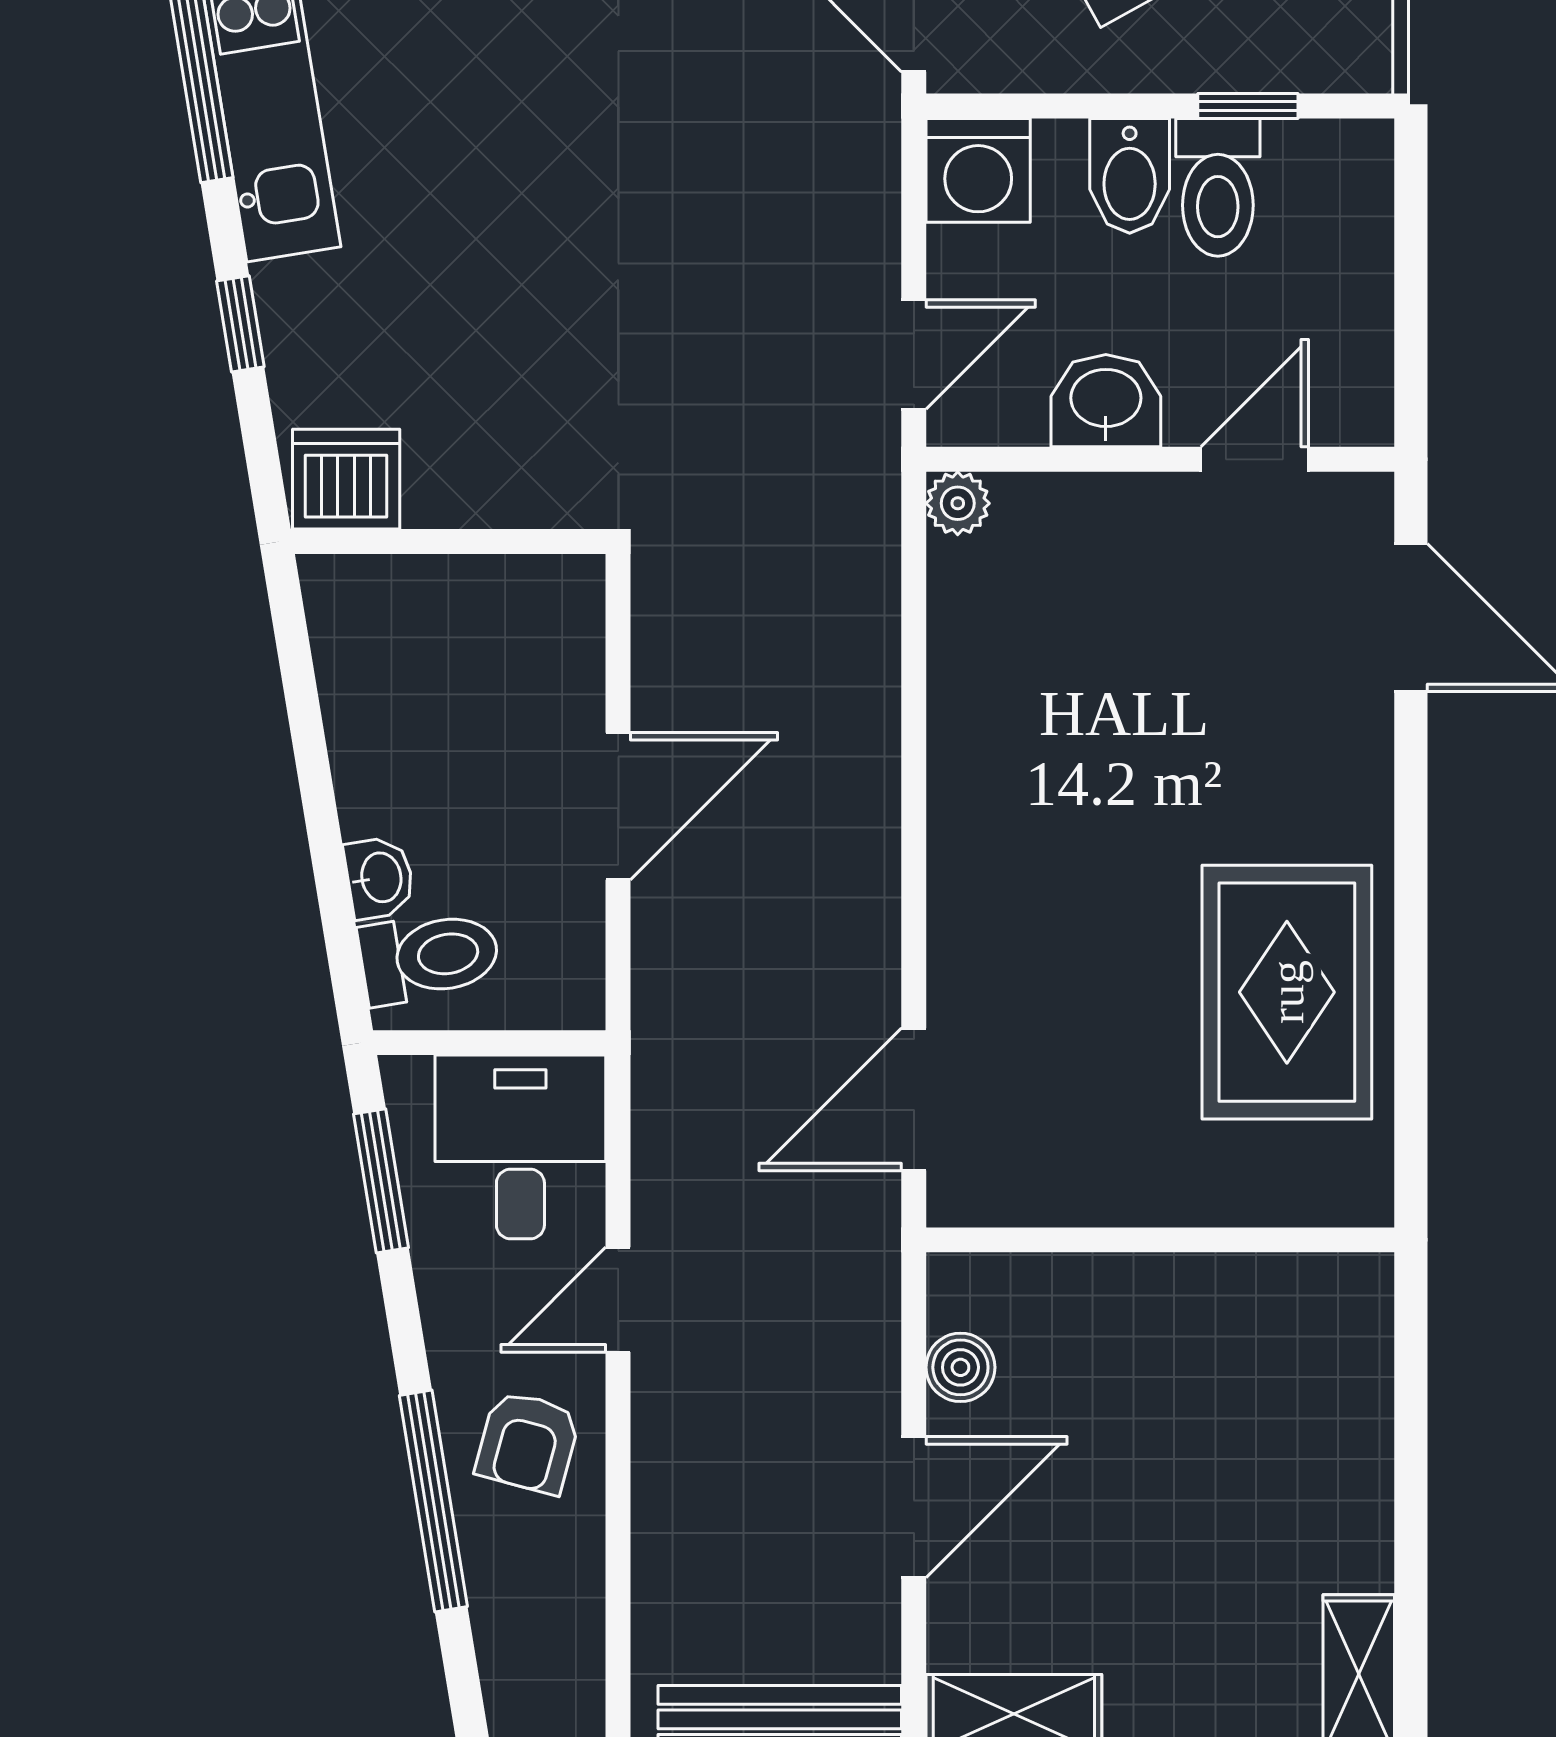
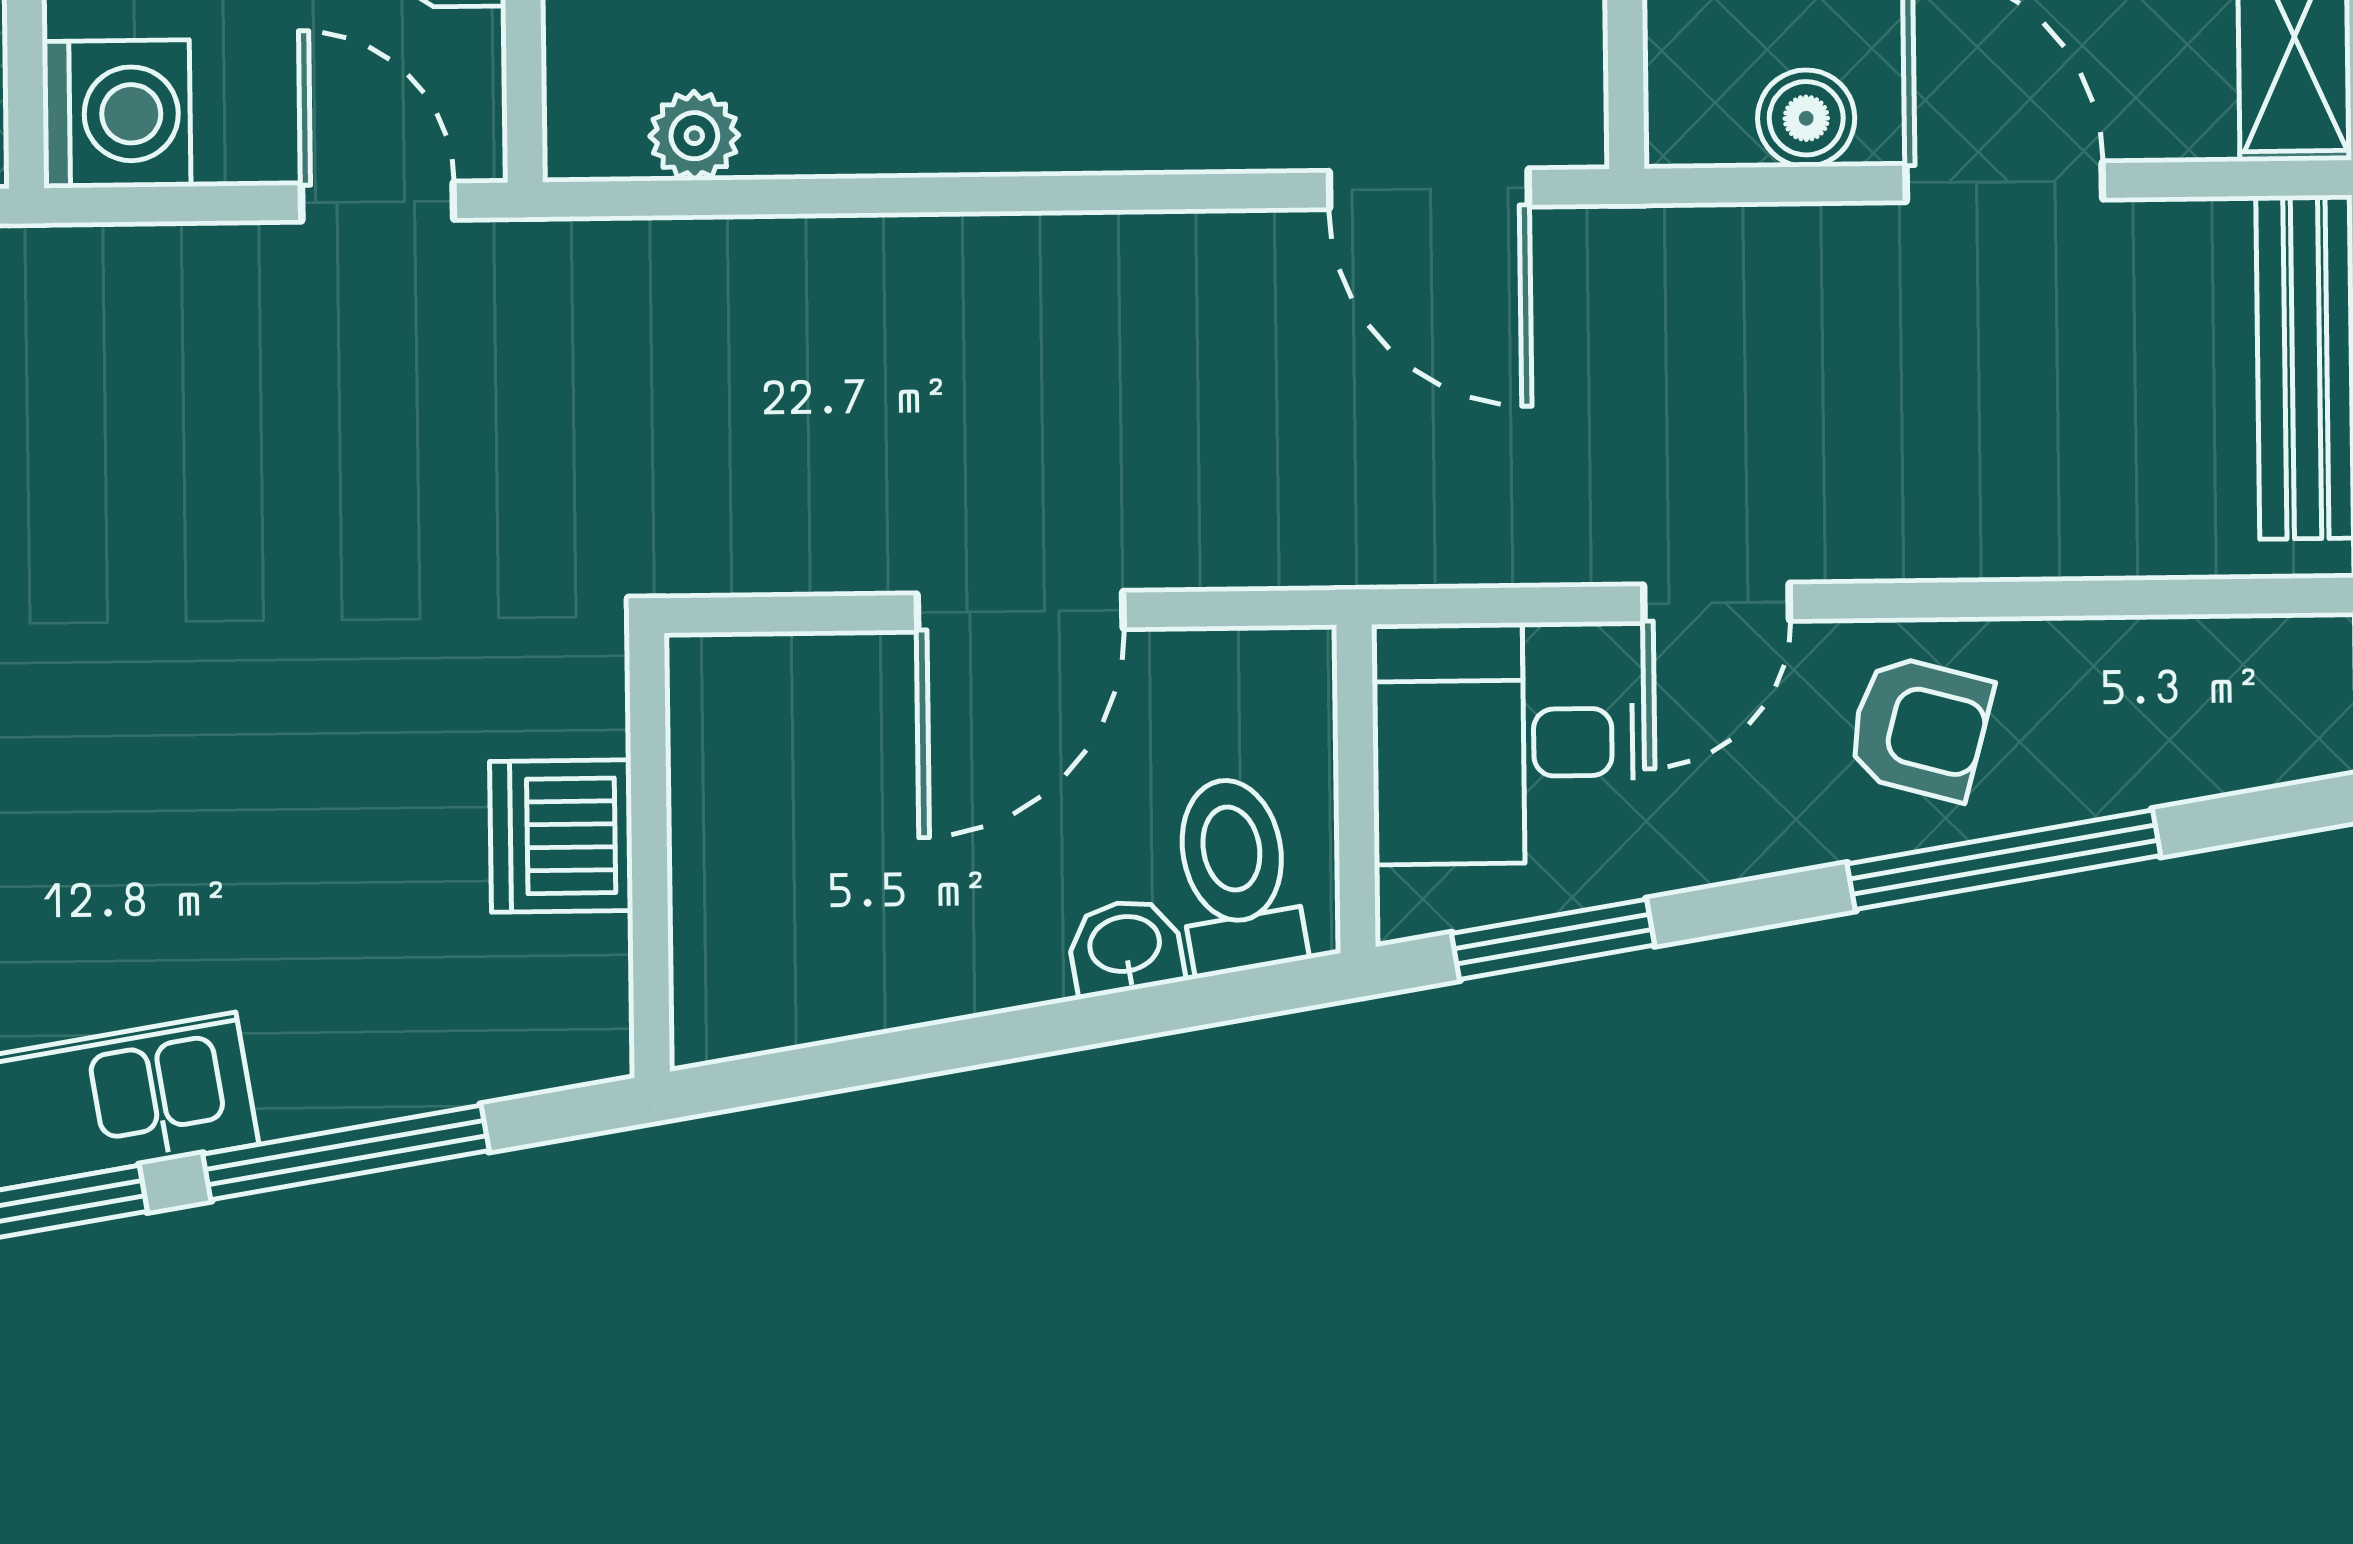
window: (240, 324) -> (346, 1152), width x2.17
dishwasher: (346, 479) -> (561, 836), moved
plant: (958, 503) -> (694, 136), moved
door: (618, 806) -> (1020, 611), swing flipped
door: (618, 1300) -> (1716, 603), hinge flipped

